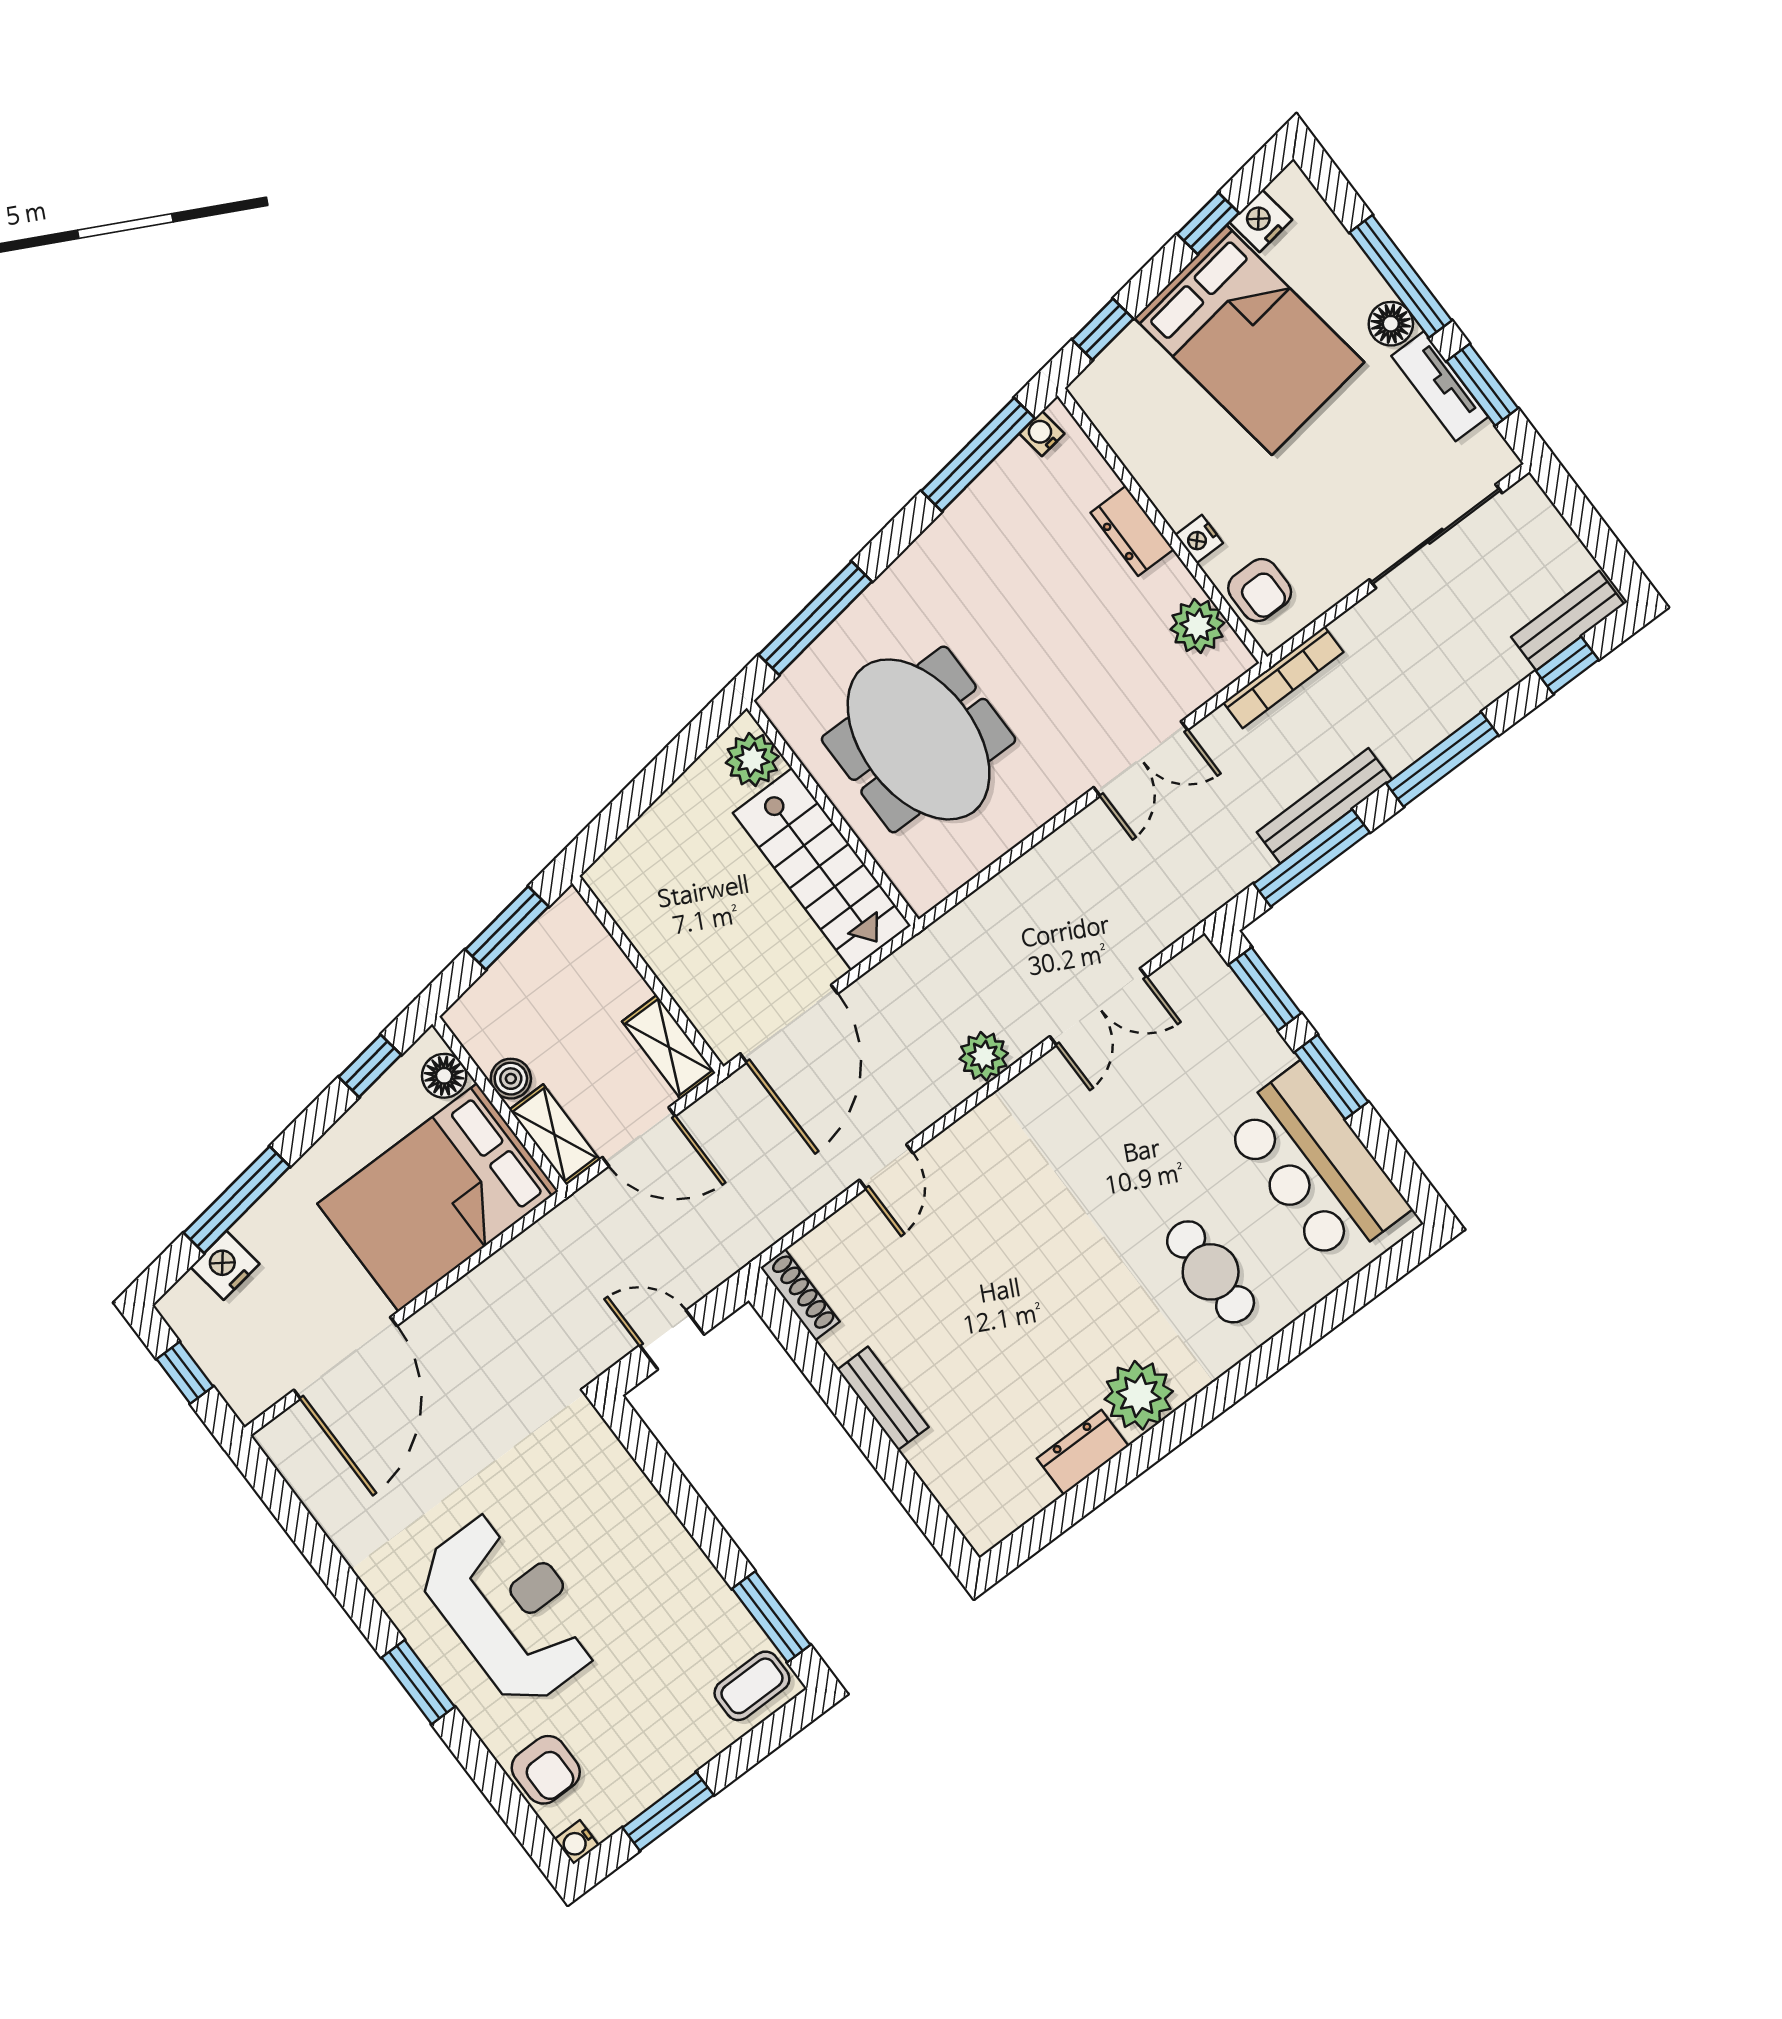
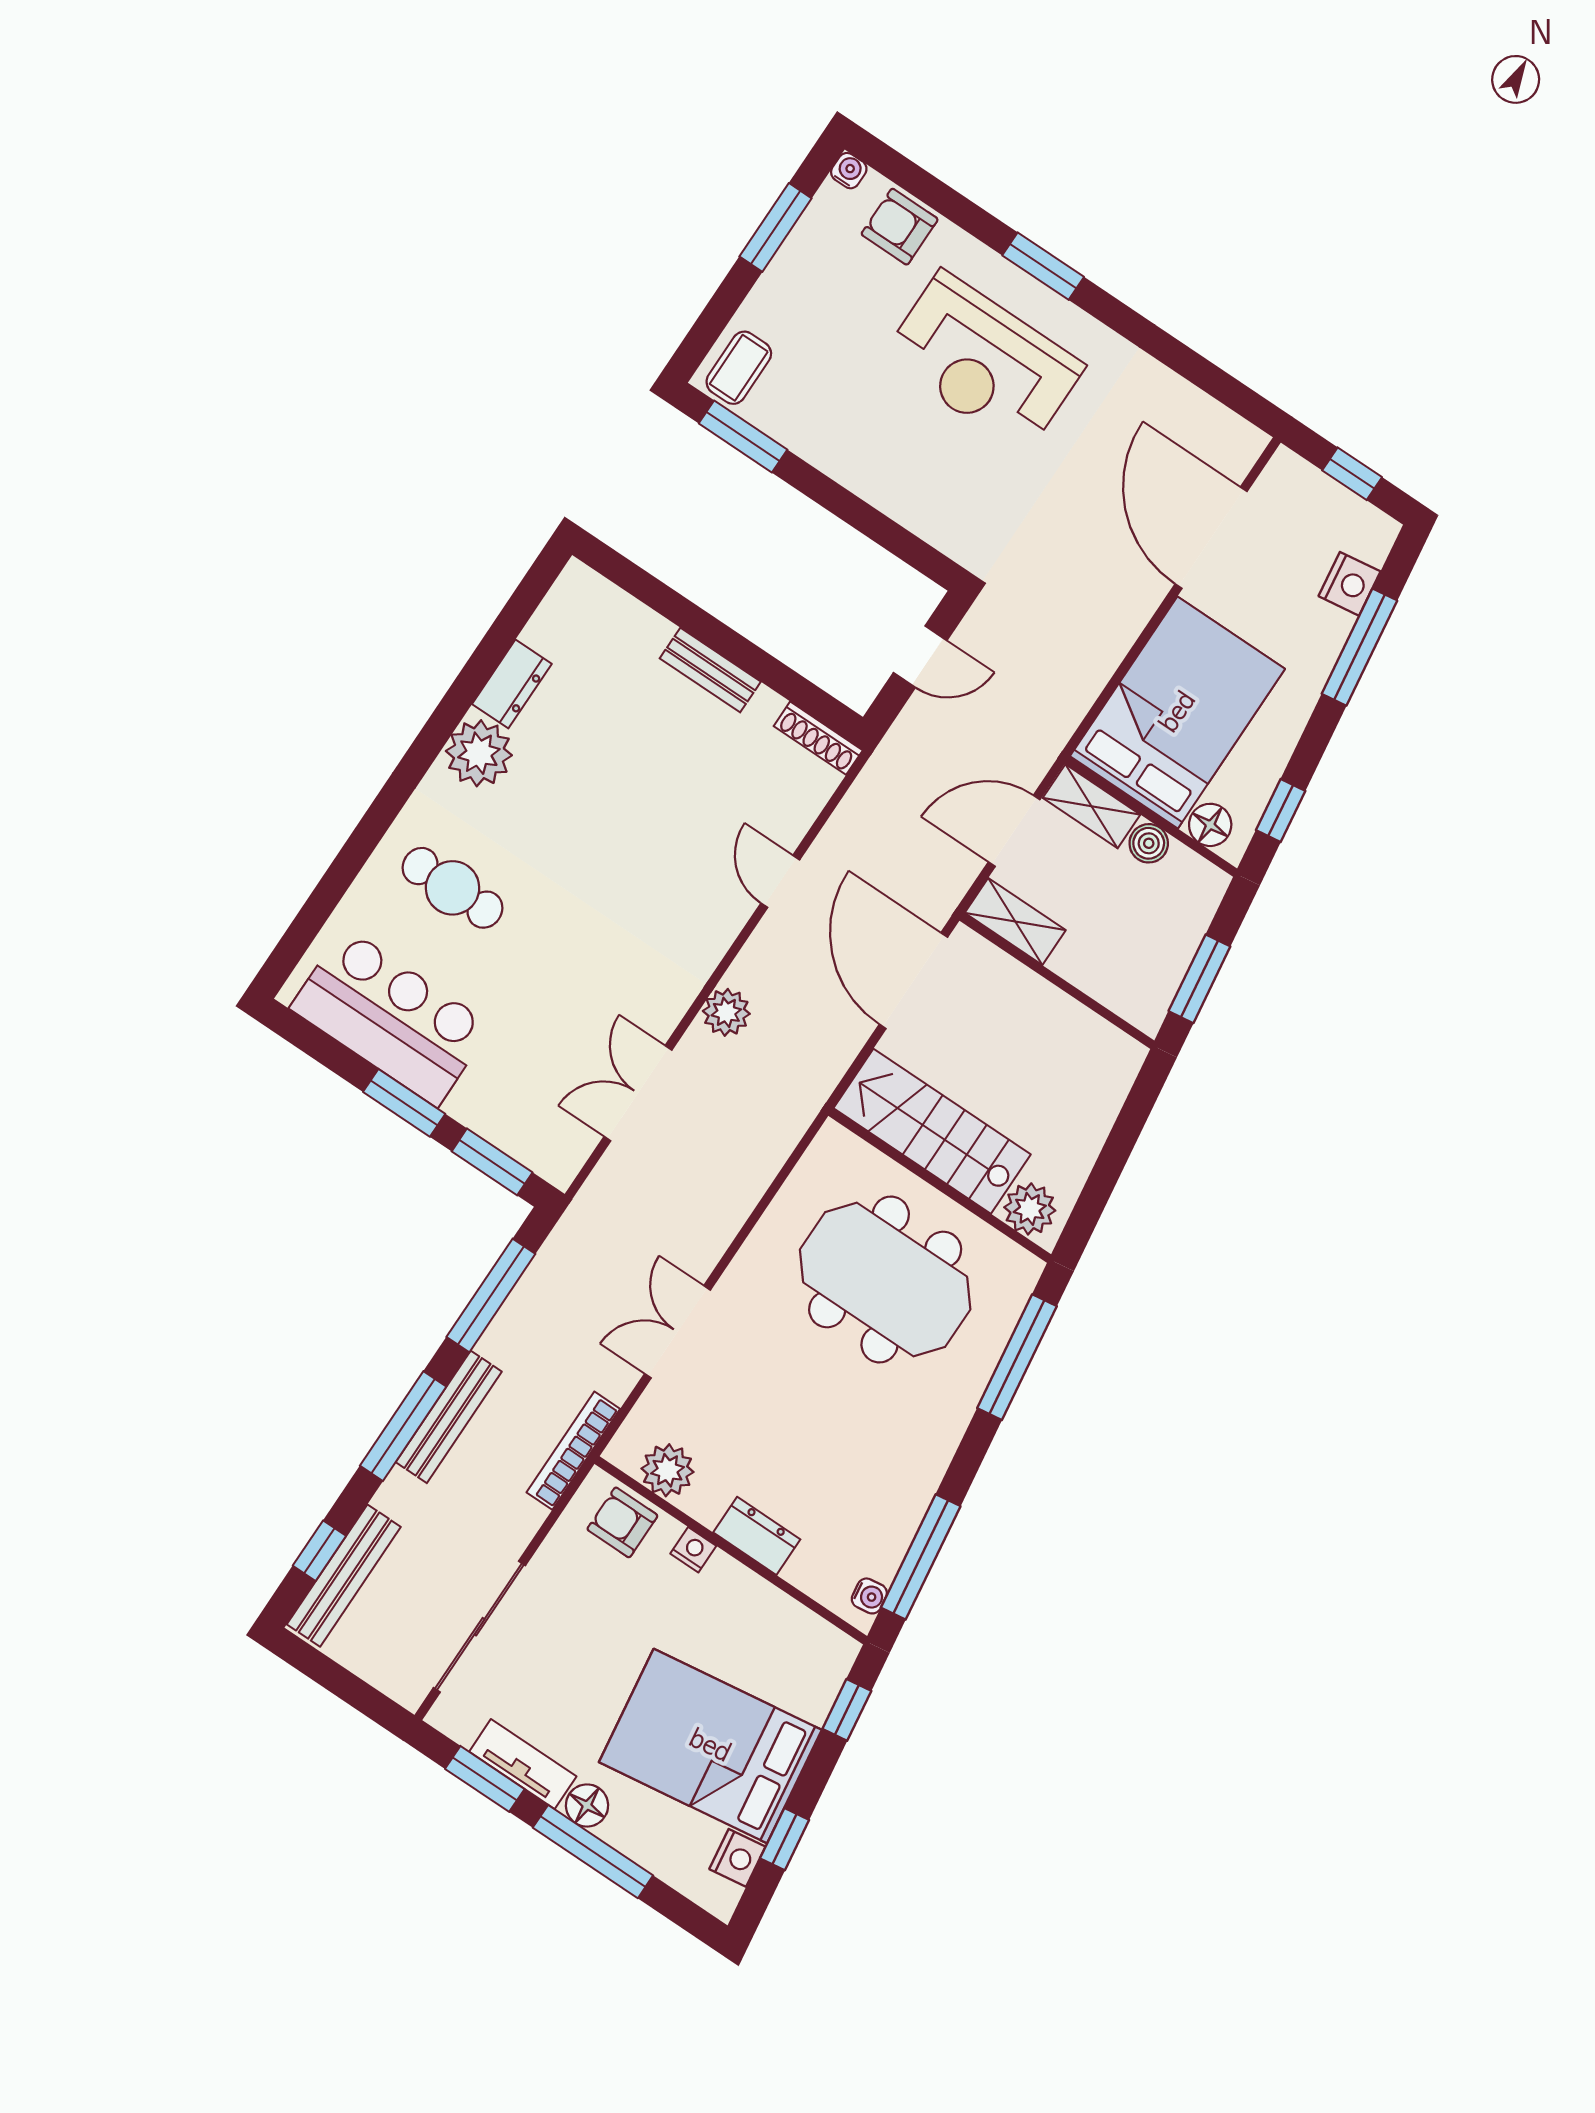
bench: (1568, 621) -> (344, 1576), width x1.36
bench: (1324, 806) -> (449, 1417), moved

